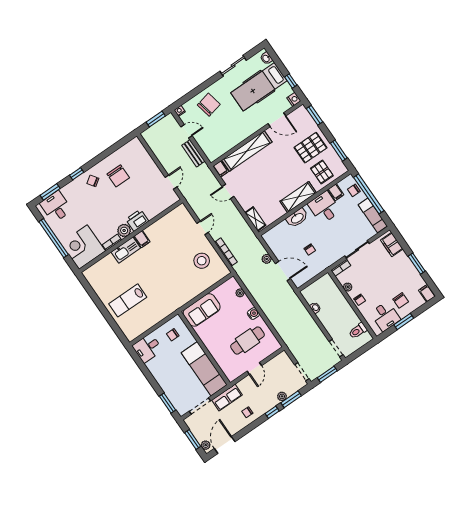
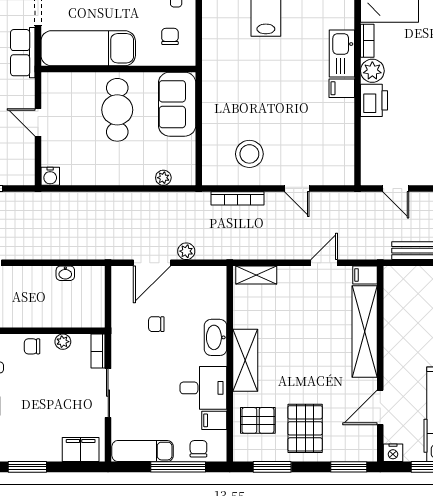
window: (369, 194) -> (178, 467), width x0.68
water cooler: (253, 314) -> (50, 176), moved
cafe table: (248, 341) -> (117, 110), moved

